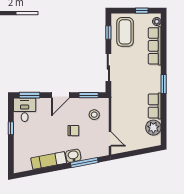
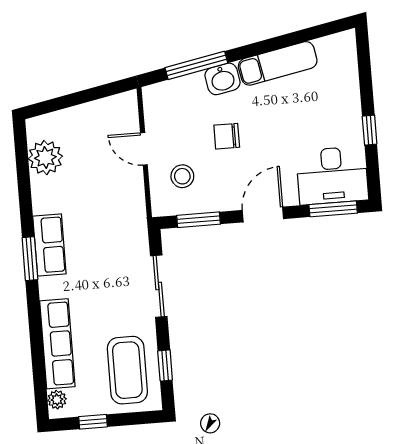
row of seats: (155, 106) -> (49, 245), moved
desk: (25, 110) -> (332, 175), width x1.37
door: (110, 139) -> (144, 149), moved

